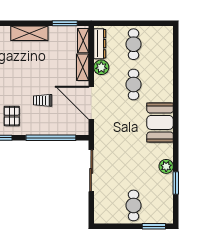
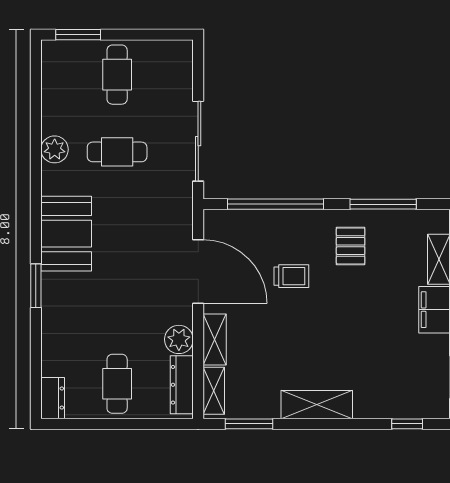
dresser: (167, 37) -> (53, 398), added
cafe table: (134, 84) -> (117, 152), moved, turned 90
window: (176, 183) -> (36, 286), moved

